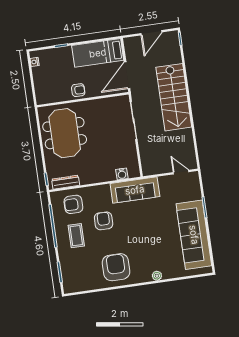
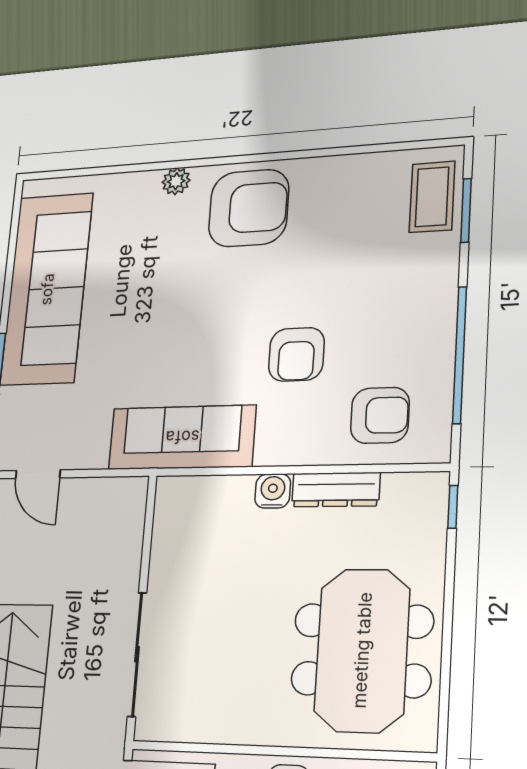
water cooler: (122, 174) -> (273, 491), moved
dresser: (66, 182) -> (336, 490), moved
coffee table: (76, 236) -> (432, 197), moved
armchair: (116, 267) -> (249, 208), moved, turned -90

